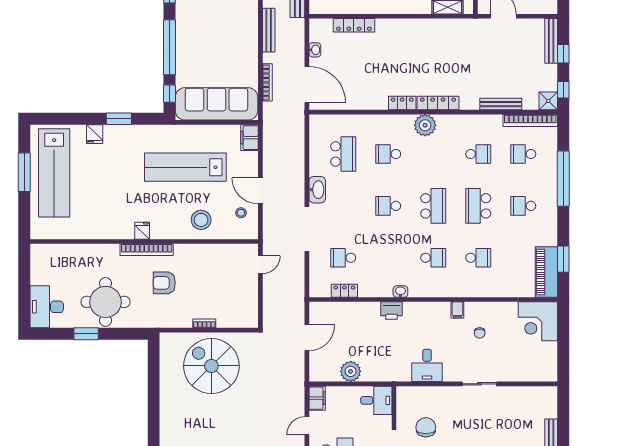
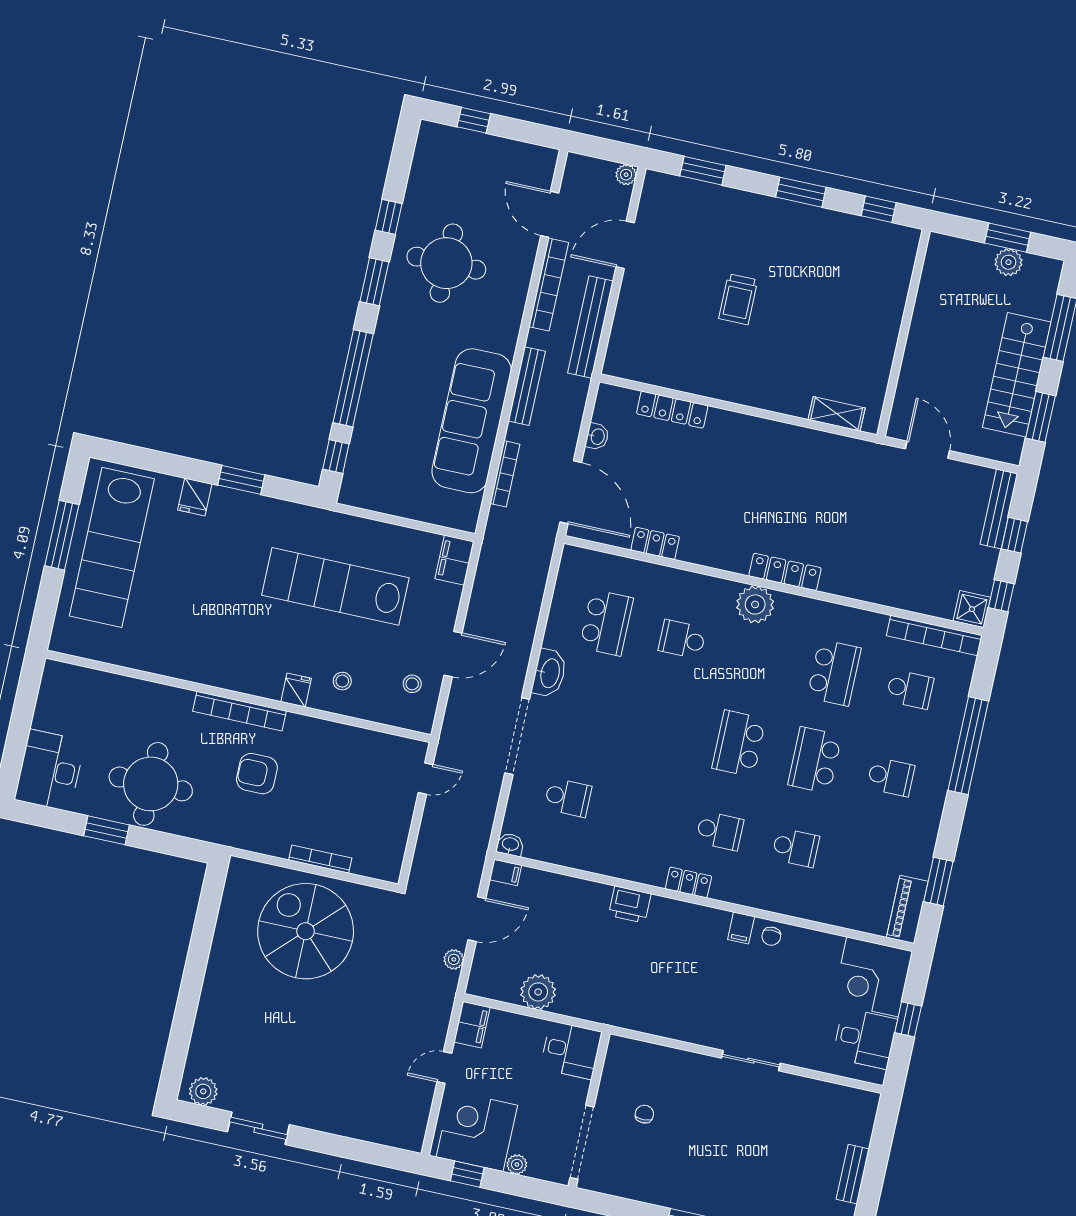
locker: (402, 103) -> (655, 543), moved
sofa: (216, 104) -> (472, 421), moved, turned -90
bench: (501, 104) -> (891, 597), removed
school desk: (478, 154) -> (834, 673), width x1.85
school desk: (523, 154) -> (910, 689), turned 180
door: (260, 191) -> (453, 654), swing flipped
school desk: (388, 206) -> (663, 727), removed
school desk: (433, 206) -> (739, 743), turned 180
school desk: (523, 206) -> (891, 777), turned 180
stool: (201, 220) -> (342, 681), width x0.53, depth x0.53
fridge: (142, 231) -> (296, 690), moved
school desk: (343, 258) -> (568, 798), turned 180
piano: (546, 272) -> (907, 909), width x0.73, depth x0.75
locker: (344, 291) -> (688, 882), moved
washbasin: (400, 292) -> (510, 845), moved
filing cabinet: (317, 308) -> (506, 873), added
bookcase: (204, 323) -> (320, 859), width x1.56
chair: (480, 333) -> (771, 936), moved
window: (563, 341) -> (908, 1019), added
plant: (299, 363) -> (454, 959), added
desk: (427, 365) -> (865, 1039), moved, turned -90
chair: (426, 427) -> (644, 1114), width x0.54, depth x0.54

